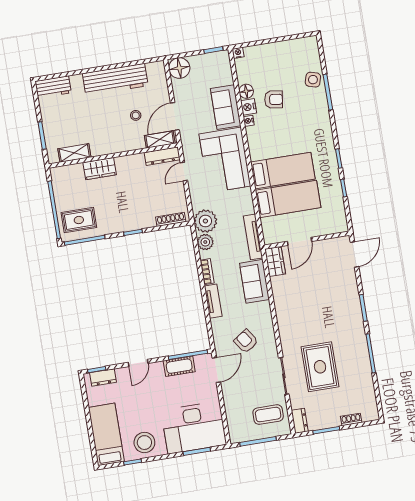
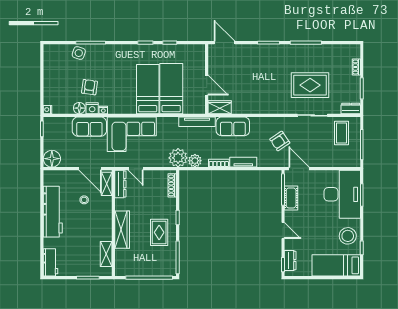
wardrobe: (100, 169) -> (122, 230), width x1.50
rug: (79, 220) -> (159, 232), moved

